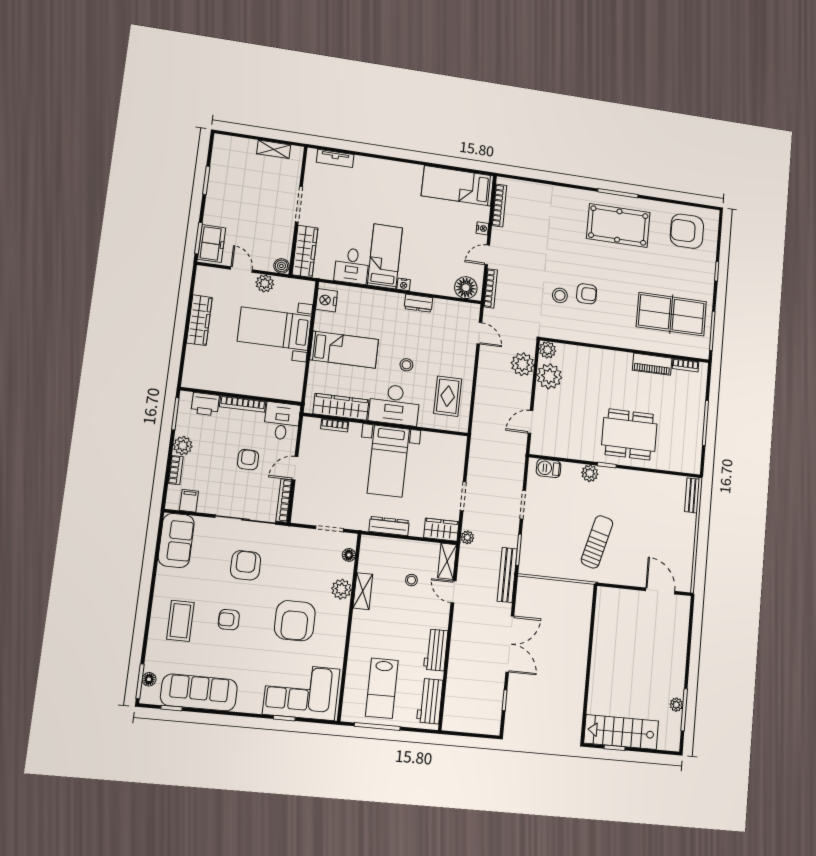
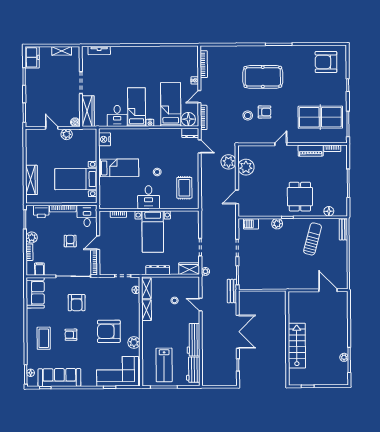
bed: (458, 186) -> (171, 104), moved, turned 90
pool table: (618, 226) -> (263, 77), moved
freezer: (212, 244) -> (32, 57), moved
dresser: (418, 303) -> (190, 133), moved
wardrobe: (199, 320) -> (31, 180), moved
bed with nightstands: (274, 329) -> (76, 179), moved
door: (607, 348) -> (281, 144), added
plant: (547, 350) -> (243, 151), removed
desk: (394, 405) -> (149, 197), width x0.73
wardrobe: (341, 407) -> (121, 203), removed
dining table: (629, 434) -> (300, 197), width x0.73
floor lamp: (672, 464) -> (329, 211), added
sun lounger: (597, 542) -> (313, 239), moved
shelving: (447, 561) -> (146, 288), moved
armchair: (246, 565) -> (77, 303), turned 180
bench: (507, 575) -> (232, 291), width x0.73
plant: (341, 589) -> (134, 343), moved
armchair: (295, 621) -> (109, 331), turned 90
workbench: (436, 650) -> (194, 340), width x1.37
stairs: (621, 732) -> (297, 346), moved, turned 90

